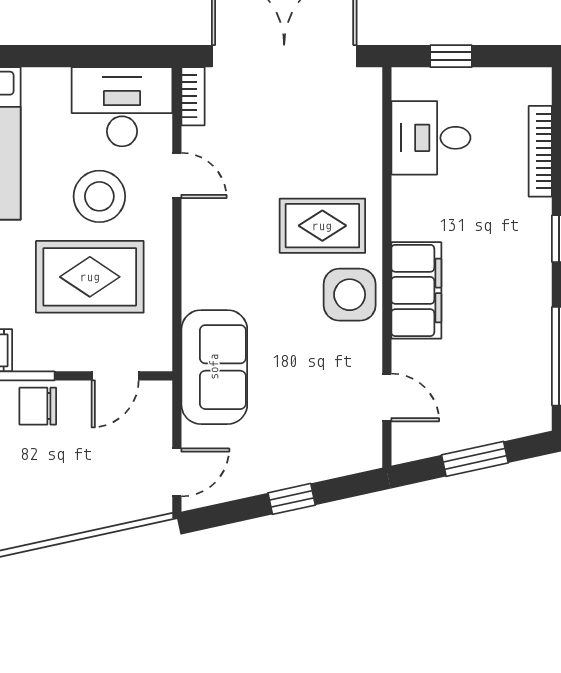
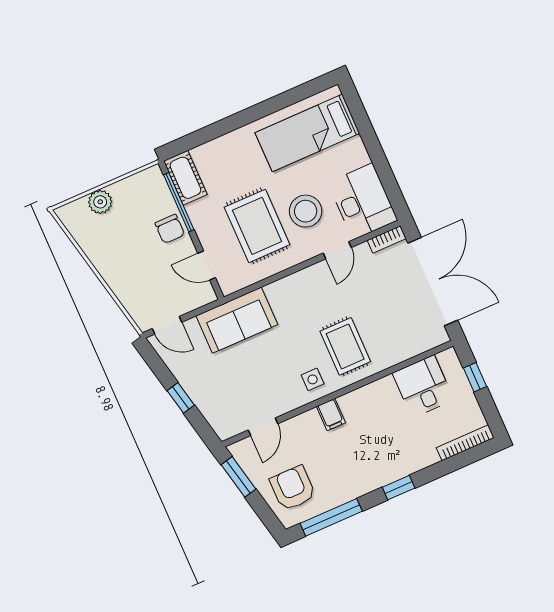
bookcase: (540, 151) -> (465, 443), moved
filing cabinet: (416, 290) -> (331, 415), width x0.33, depth x0.86
side table: (350, 295) -> (313, 379), width x0.54, depth x0.54
armchair: (495, 394) -> (293, 488), added
chair: (38, 406) -> (170, 229), turned 180
window: (475, 459) -> (238, 477), moved

